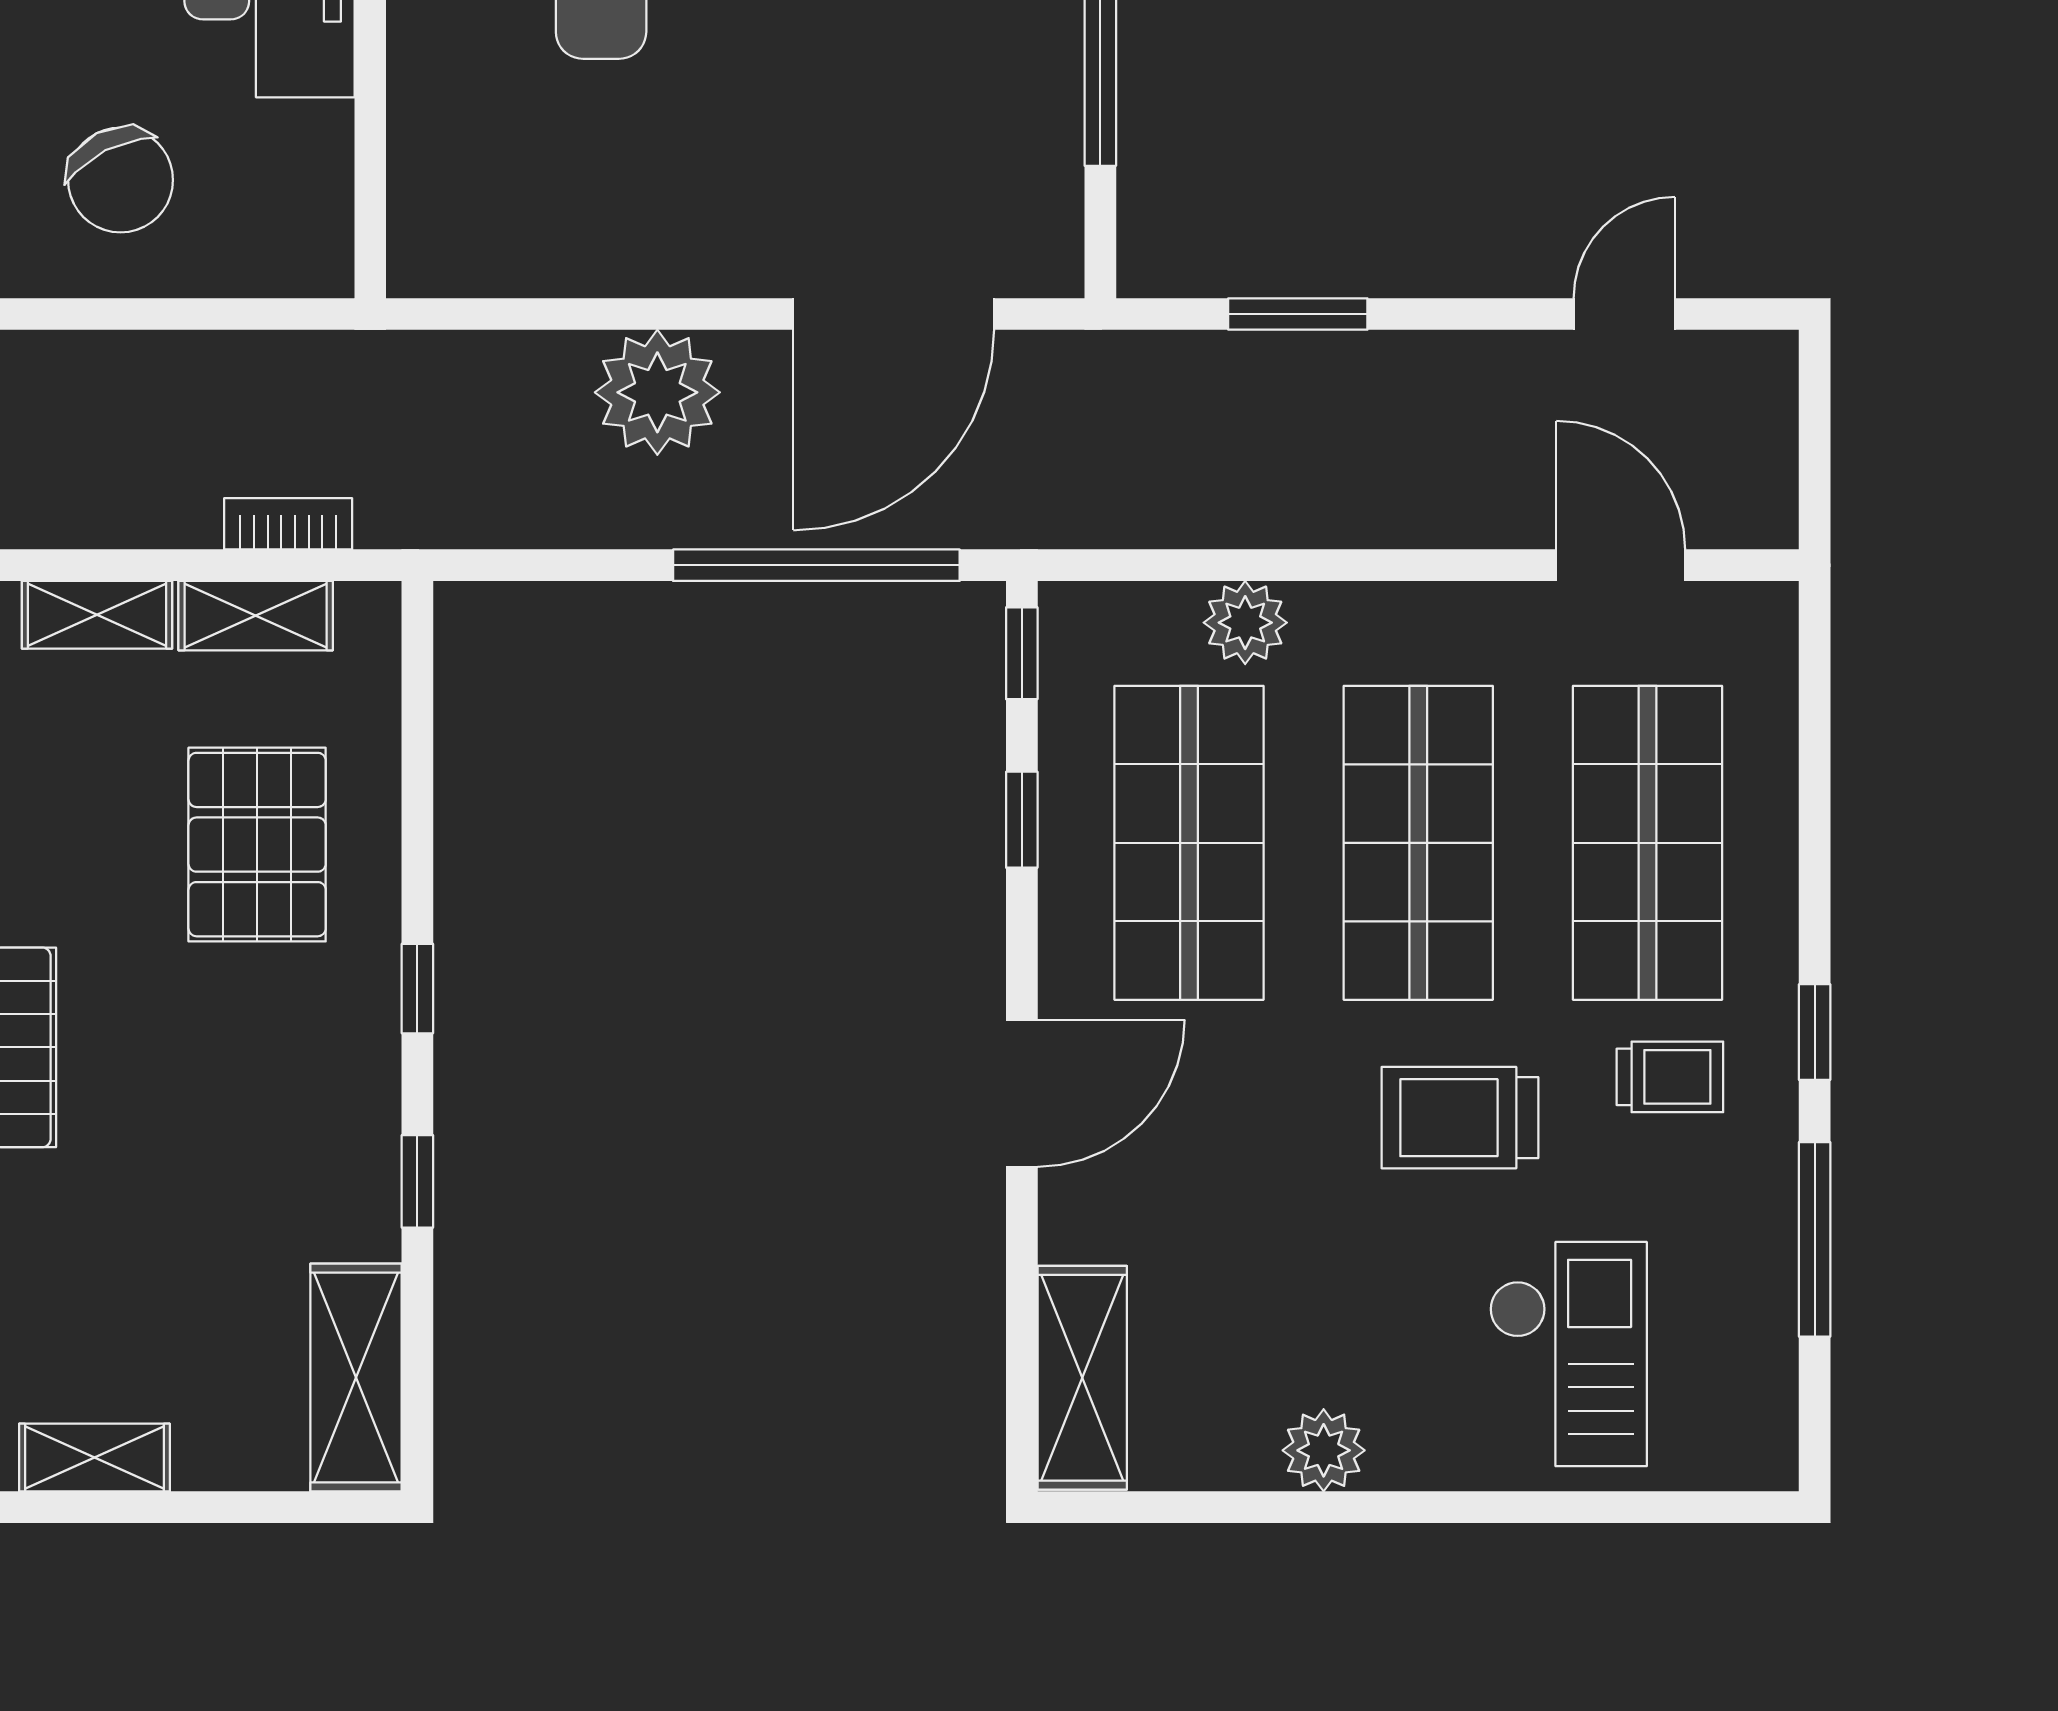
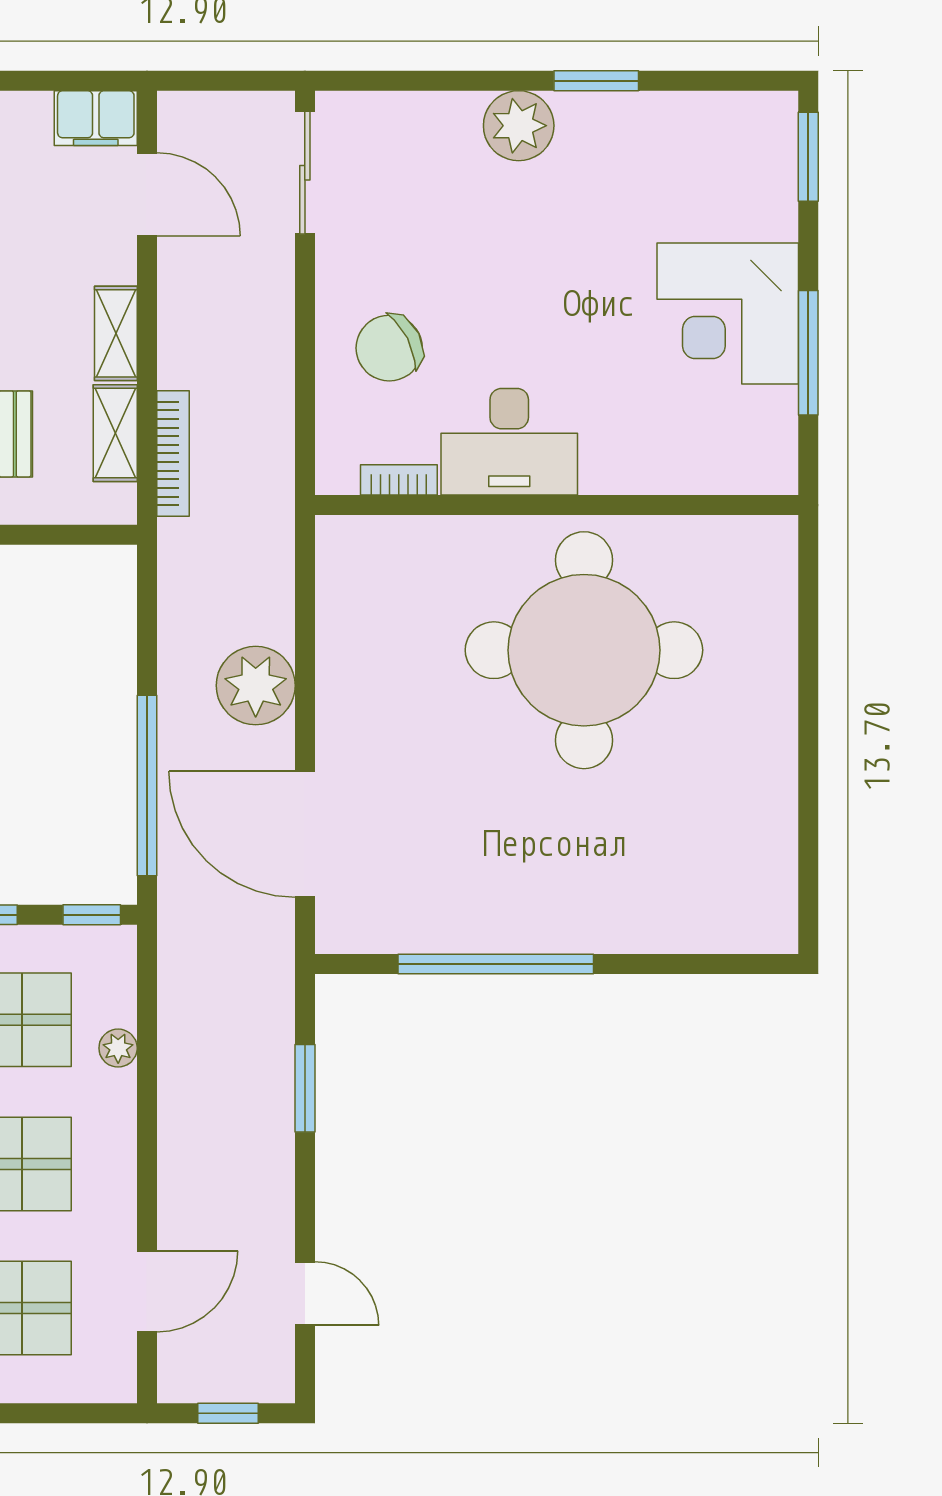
bookcase: (330, 165) -> (399, 480), added
window: (1815, 436) -> (228, 1413), added
bookcase: (288, 524) -> (173, 453), width x1.56
plant: (1245, 623) -> (118, 1048), width x0.73, depth x0.73

